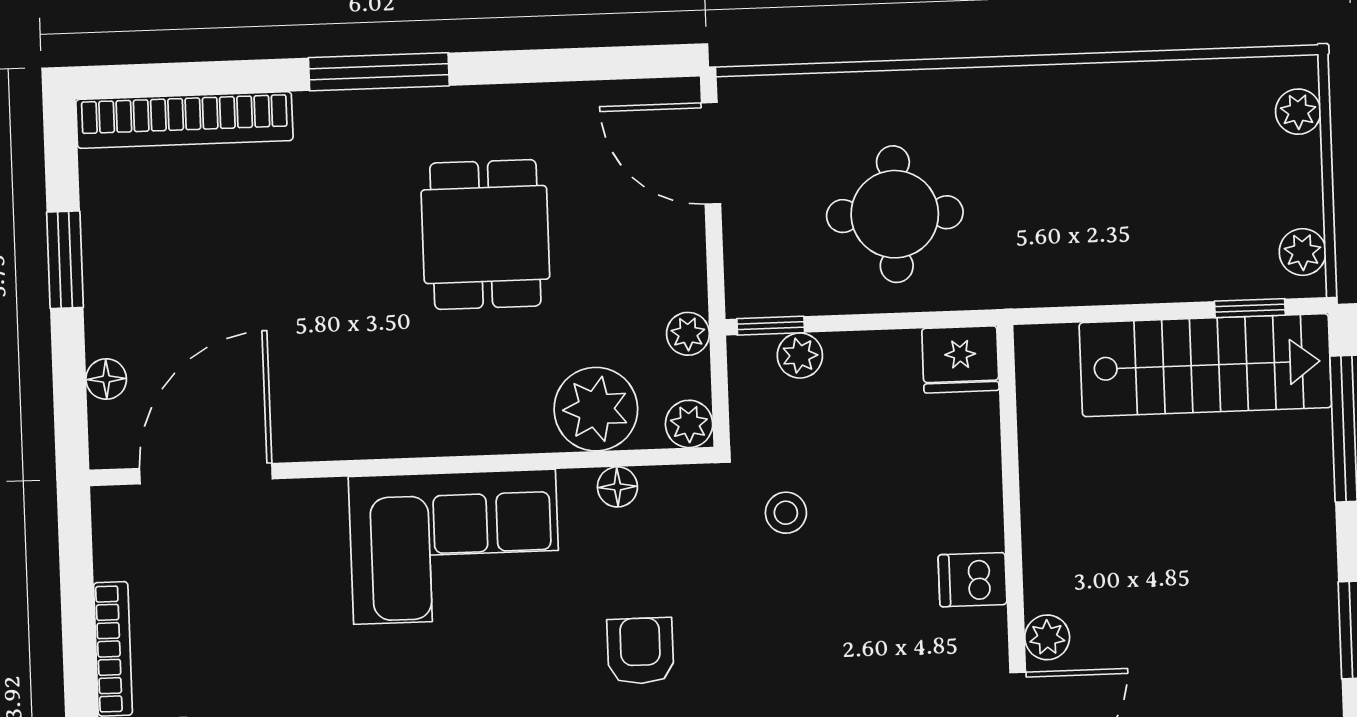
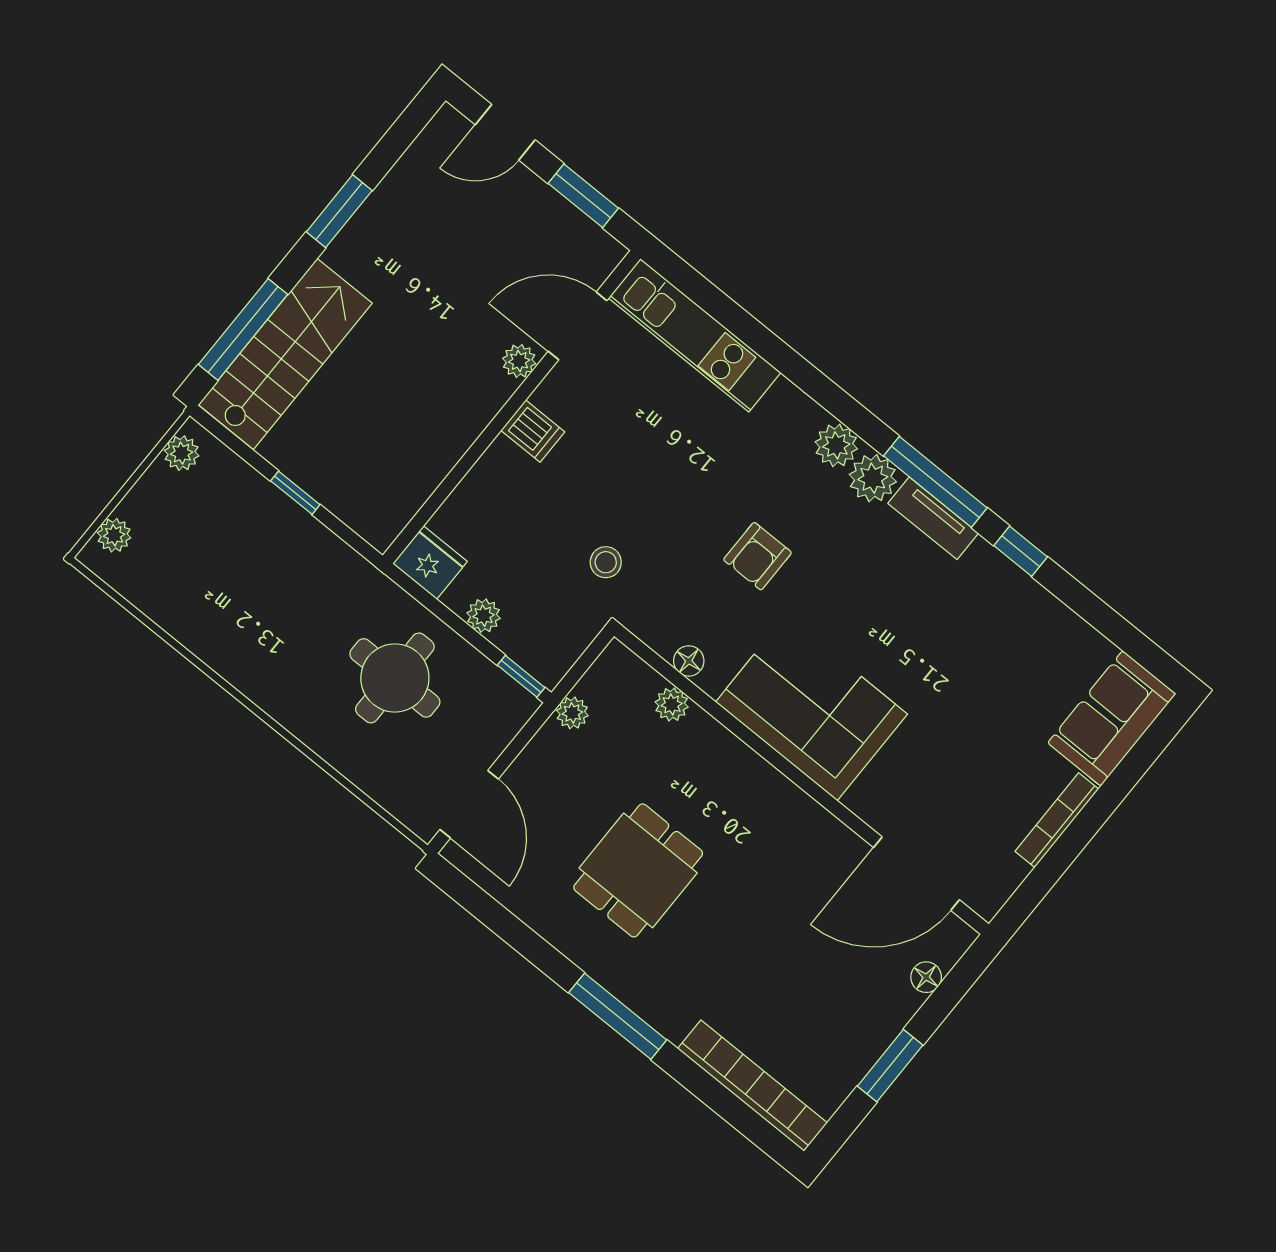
window: (1250, 308) -> (295, 493), moved
plant: (800, 355) -> (484, 616), moved
stairs: (1205, 365) -> (285, 354), moved, turned 90
plant: (596, 409) -> (672, 704), width x0.53, depth x0.53
plant: (689, 424) -> (617, 661), removed

